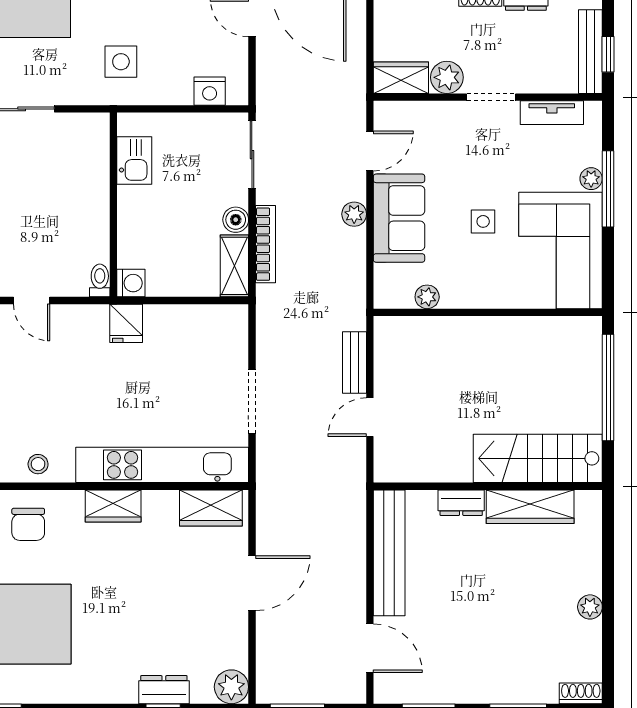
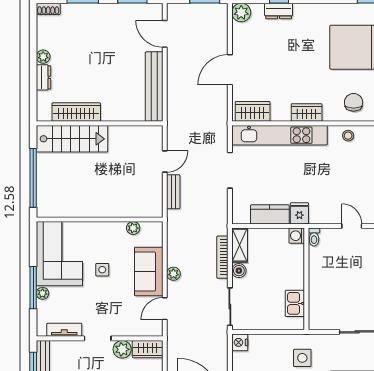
nightstand: (210, 91) -> (240, 342), moved, turned -90
kitchen counter: (180, 322) -> (270, 214), added
dresser: (461, 503) -> (44, 77), moved, turned 90

